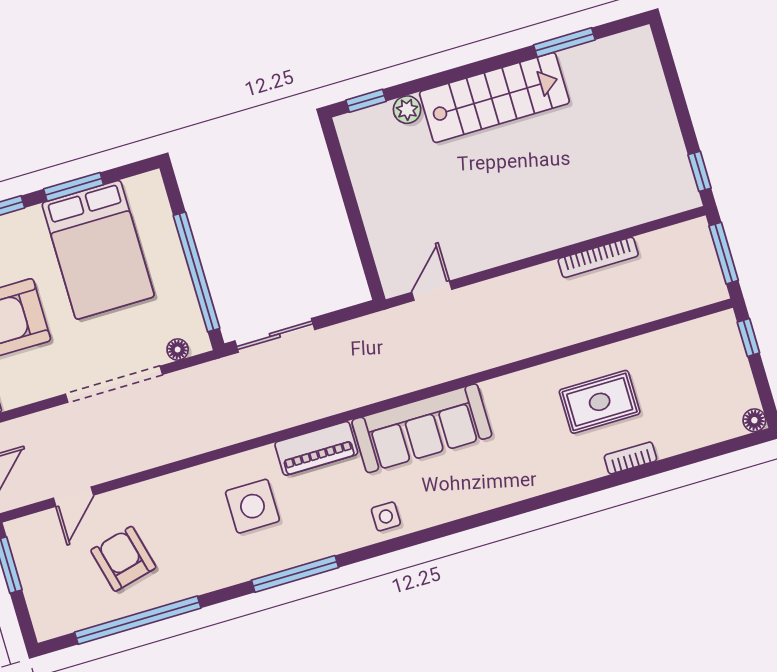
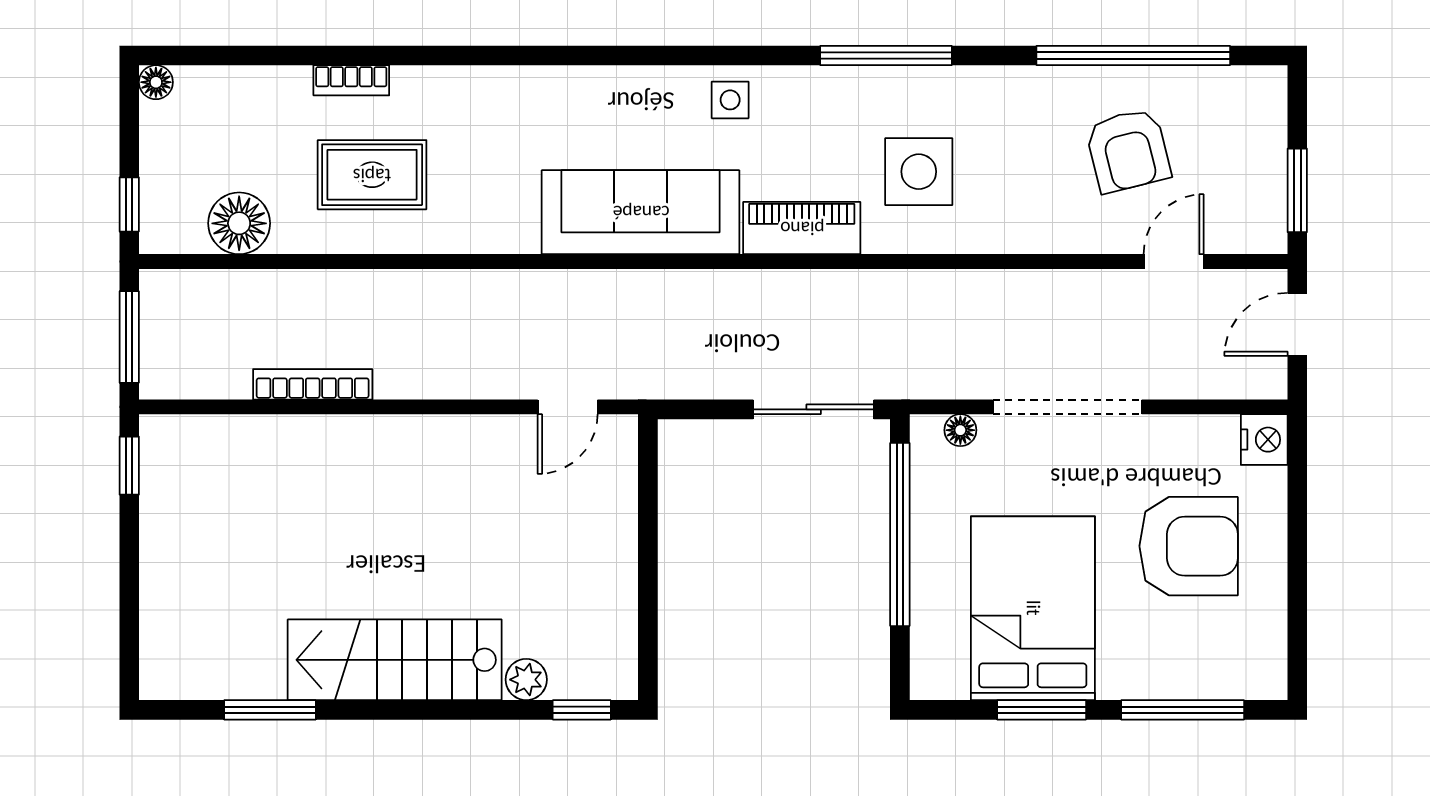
floor lamp: (675, 346) -> (239, 223), added

